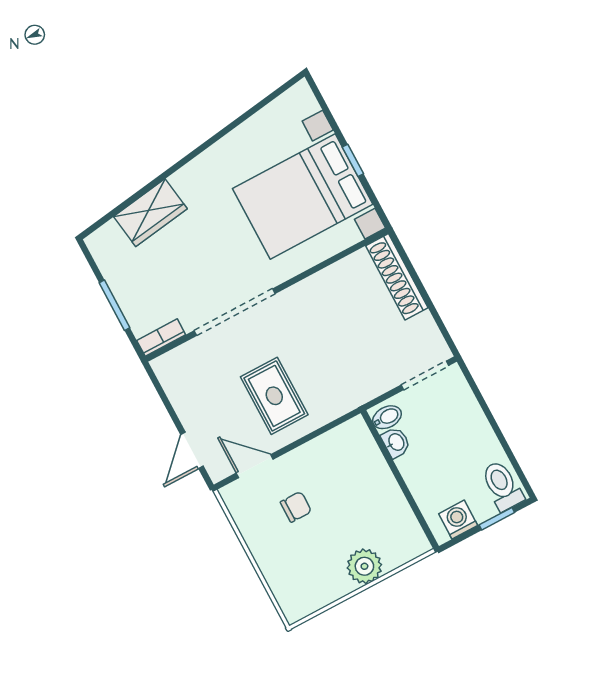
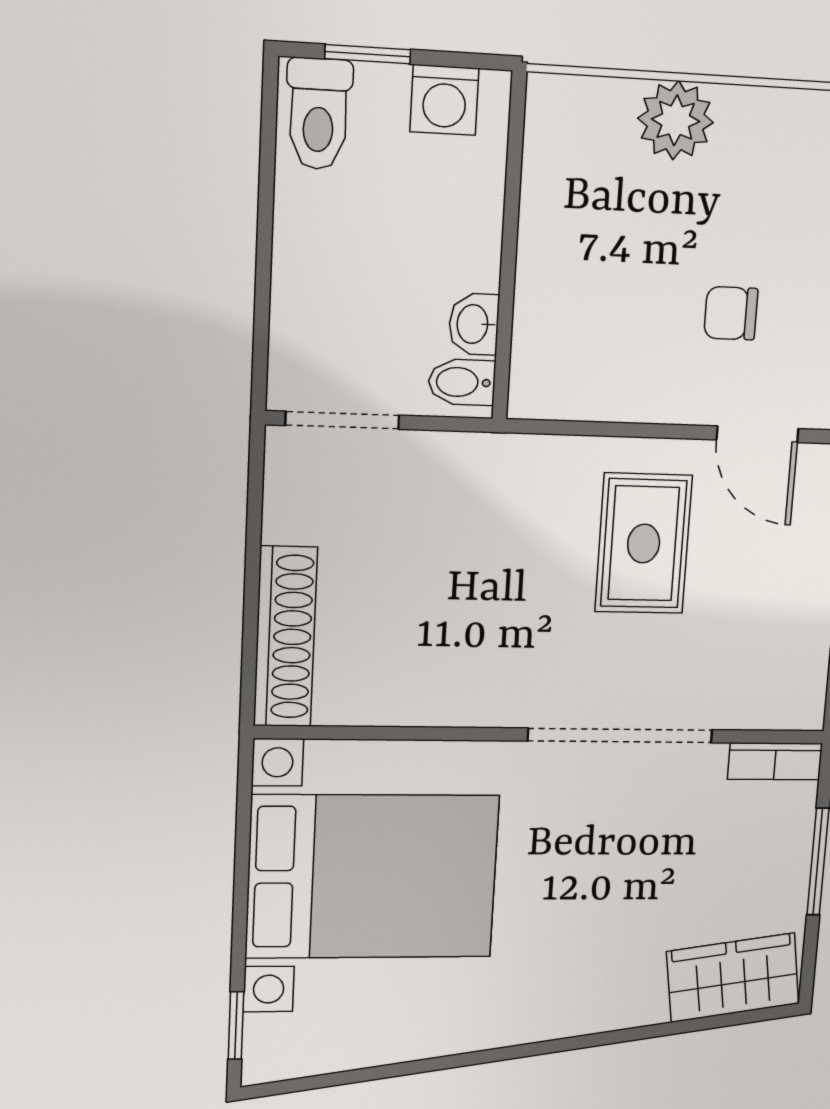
window: (353, 160) -> (236, 1025), moved
wardrobe: (150, 213) -> (733, 978), moved

